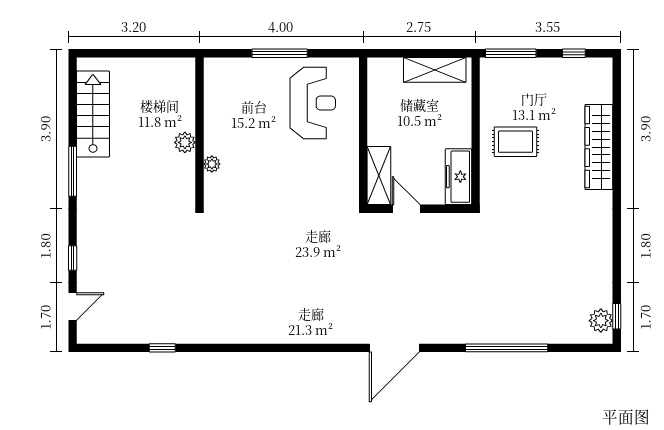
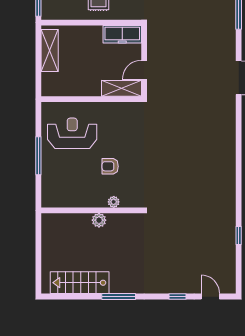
armchair: (264, 159) -> (110, 166), added

